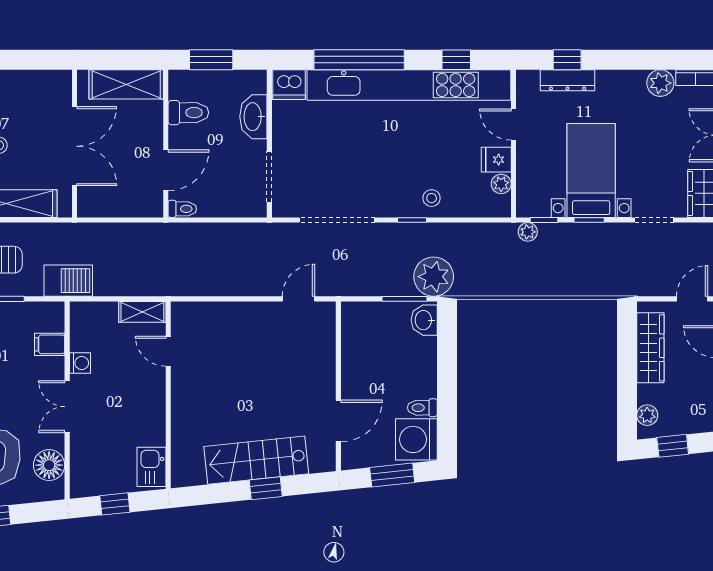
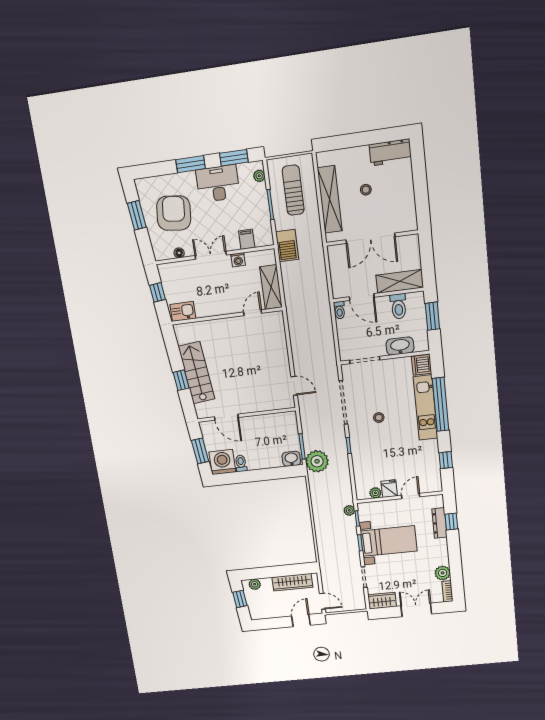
shelving: (126, 84) -> (400, 281), moved, turned 90
kitchen unit: (409, 85) -> (425, 408), width x0.54
stool: (432, 198) -> (379, 418), moved
shelving: (142, 312) -> (271, 287), width x1.50, depth x1.33
floor lamp: (49, 465) -> (179, 253), width x0.53, depth x0.53

